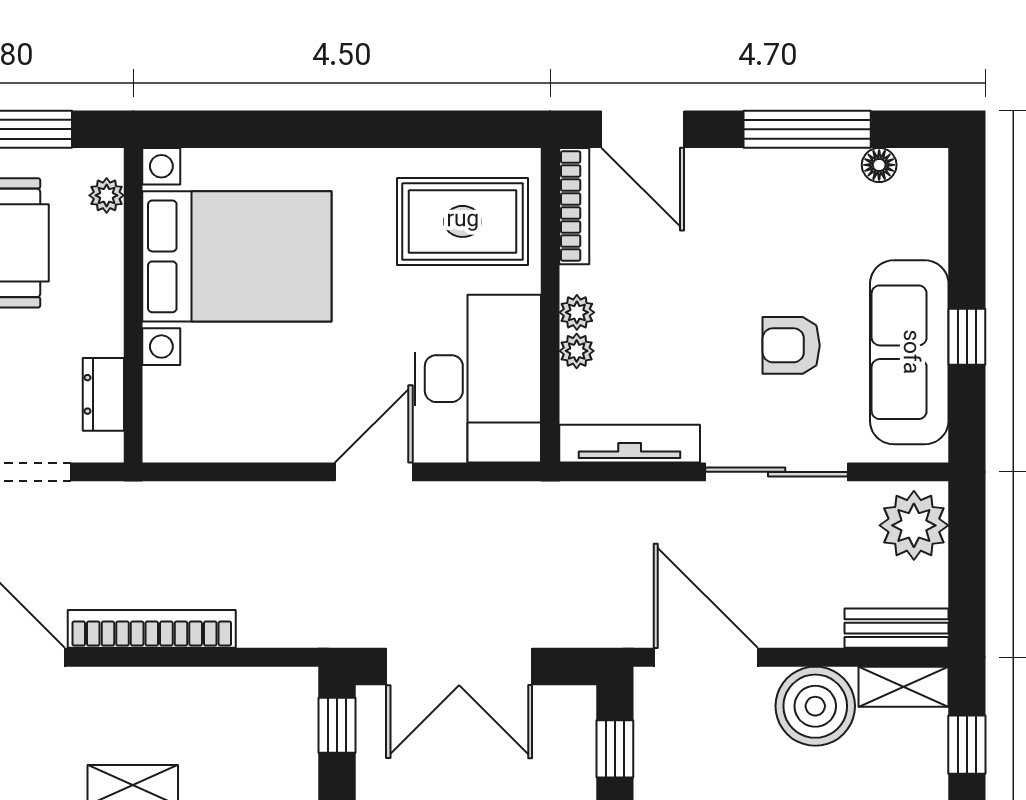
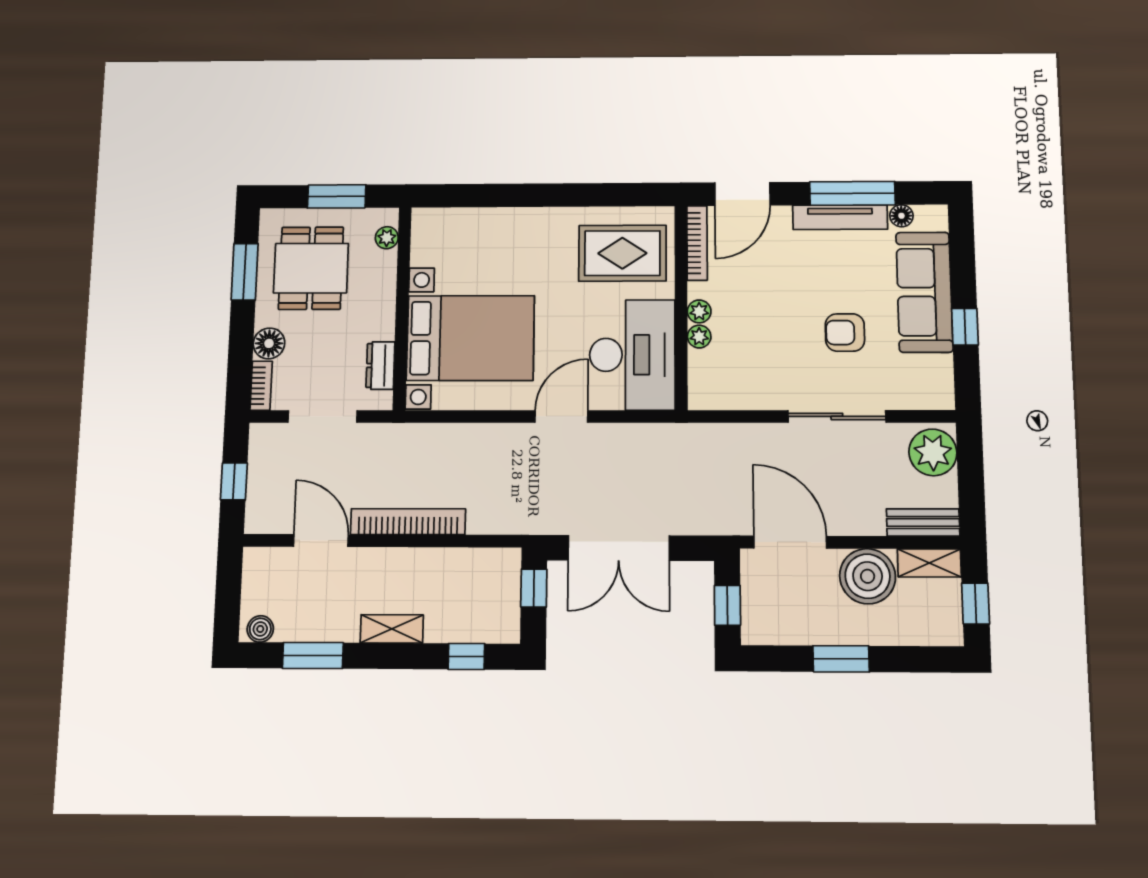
door: (643, 129) -> (742, 194), hinge flipped
bed with nightstands: (237, 256) -> (470, 338), moved
sofa: (909, 352) -> (924, 292), moved
tv unit: (630, 444) -> (840, 217), moved, turned 180

